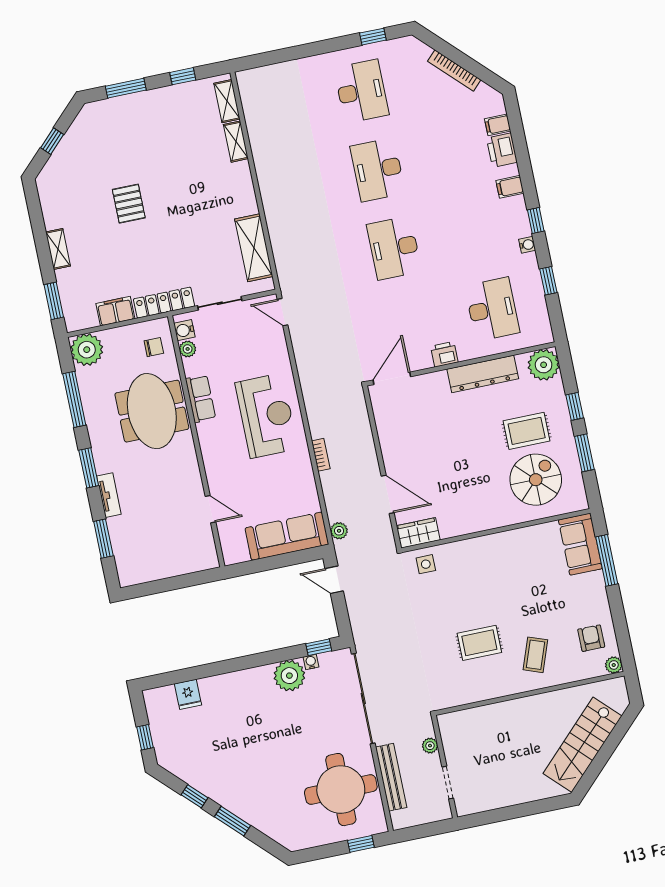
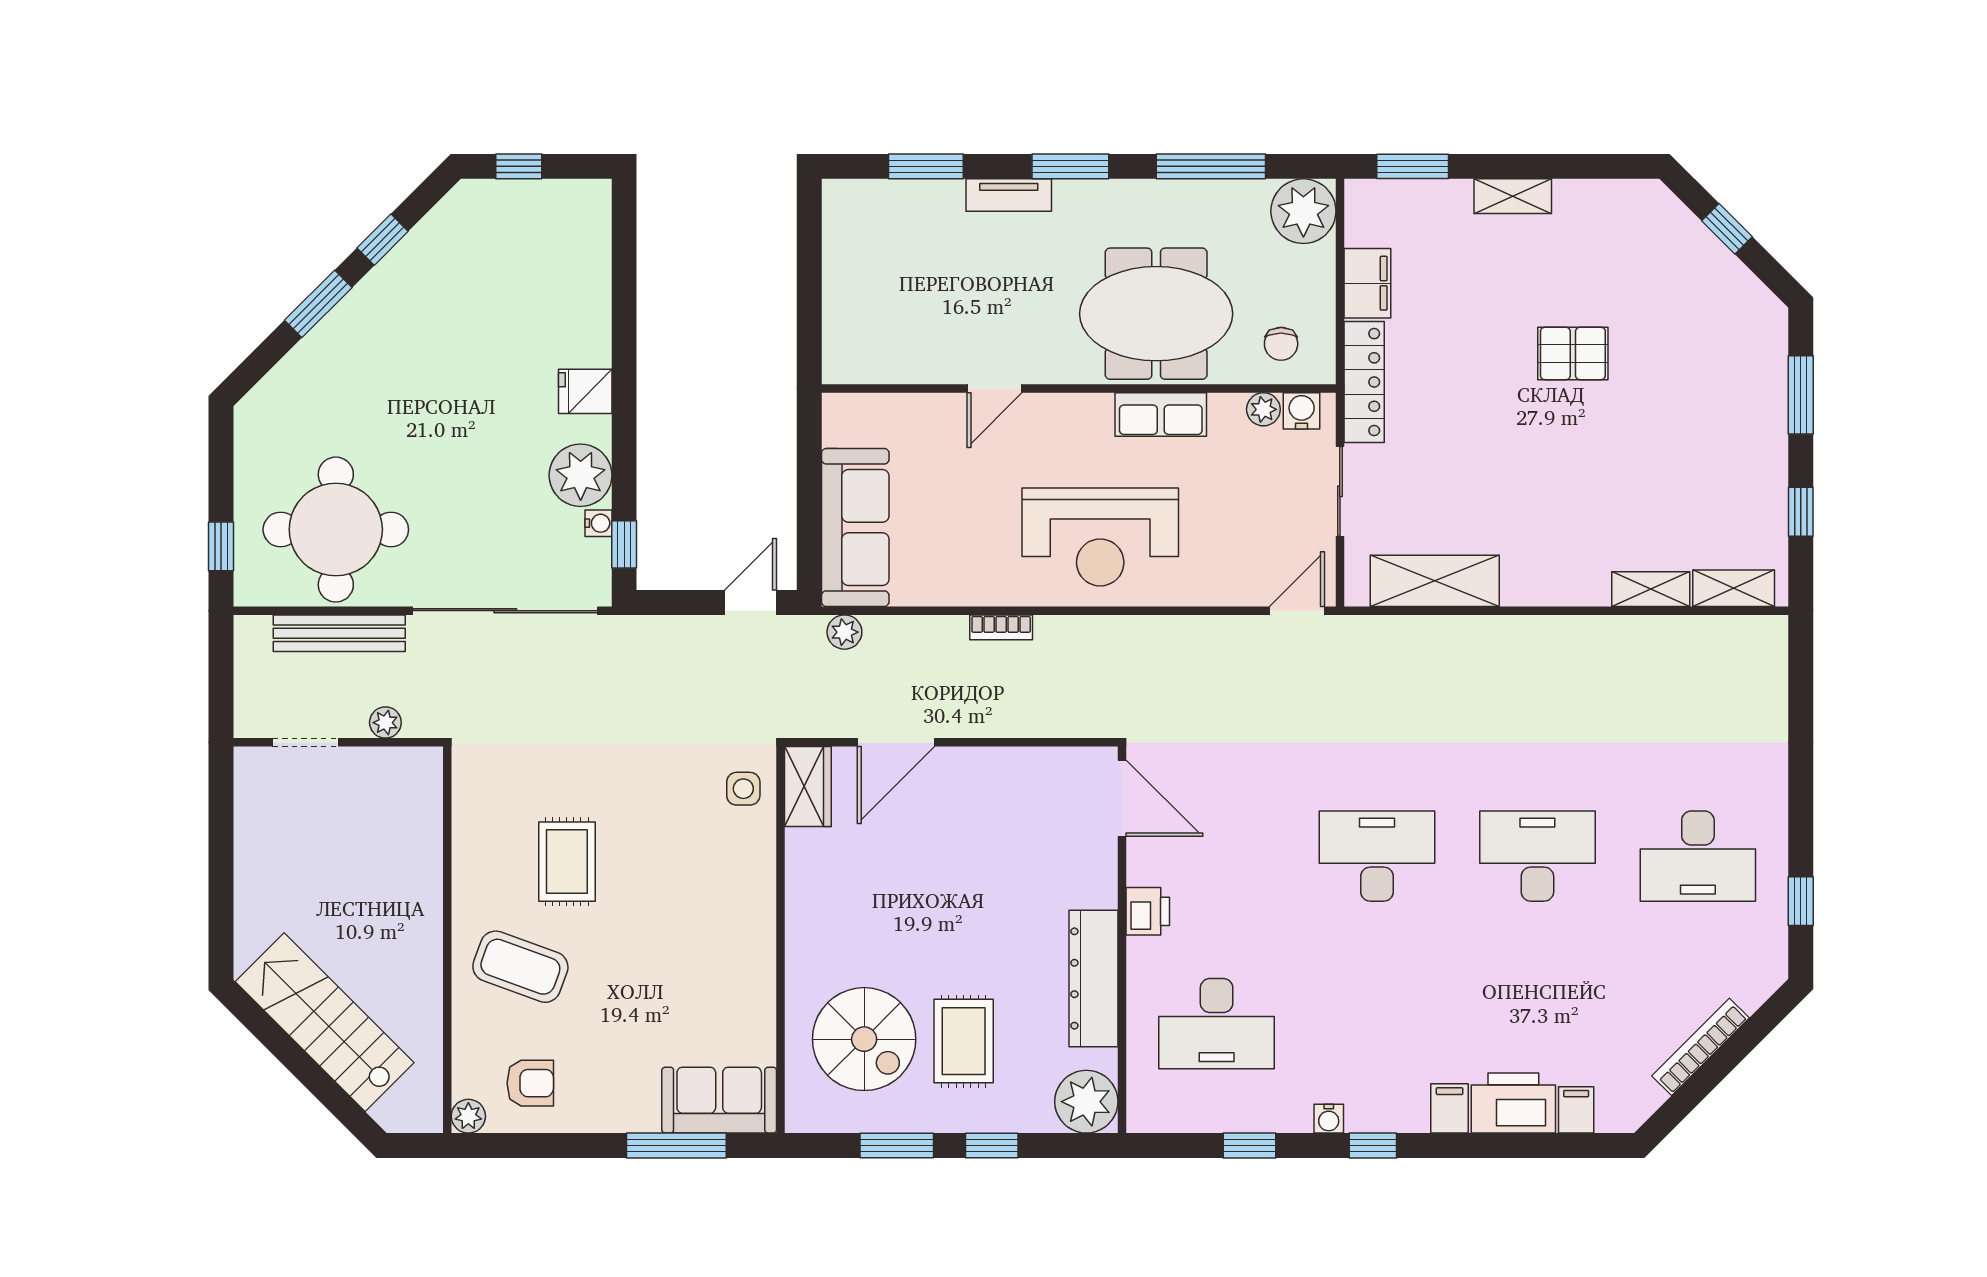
printer: (502, 150) -> (1513, 1103), width x1.37, depth x1.19
door: (210, 509) -> (995, 389), moved
coffee table: (535, 655) -> (520, 967), width x1.36, depth x1.30
fridge: (188, 694) -> (585, 391), moved

